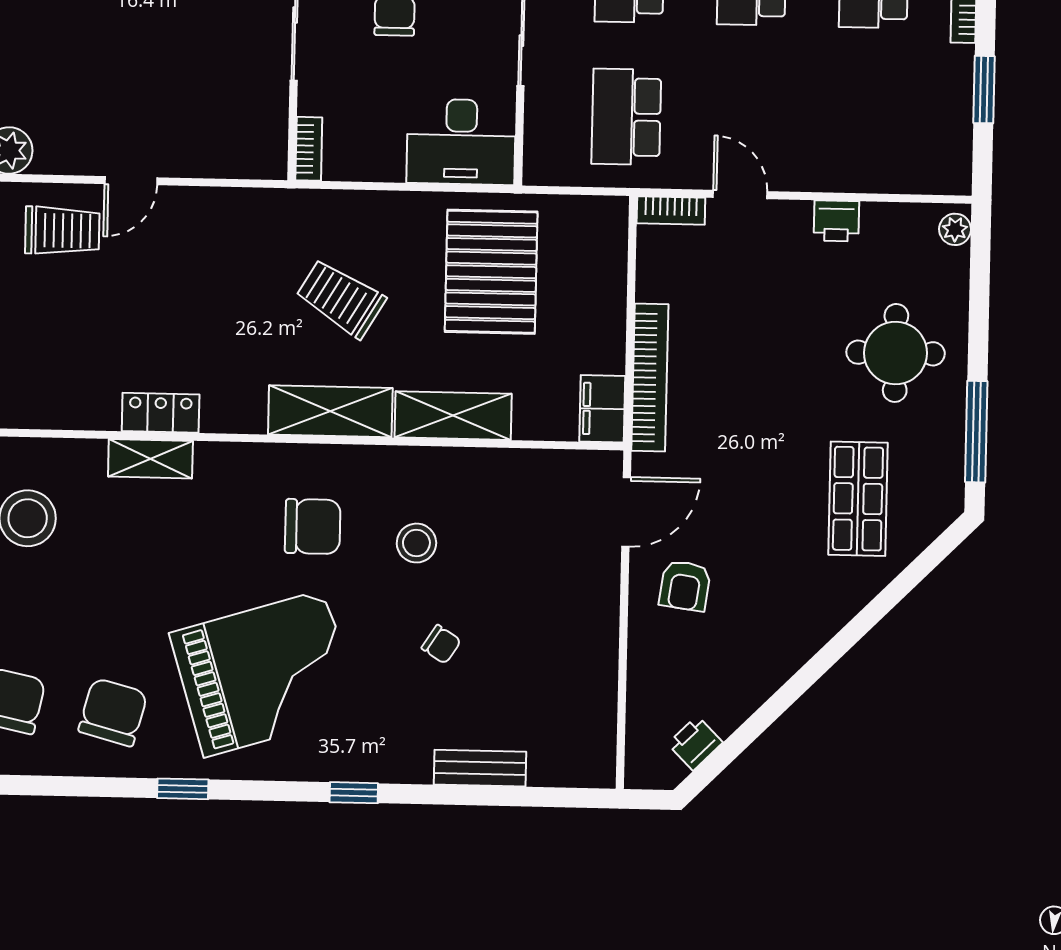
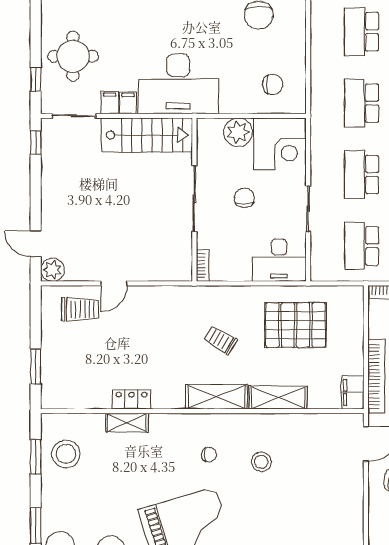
pallet: (491, 272) -> (296, 325), turned 90
trolley: (341, 298) -> (220, 340), width x0.73, depth x0.72
chair: (313, 526) -> (209, 455), width x0.54, depth x0.54
chair: (441, 644) -> (275, 512), removed

